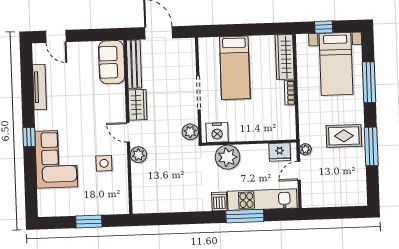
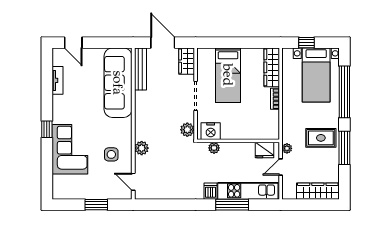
sofa: (112, 62) -> (118, 83), width x1.85, depth x1.27
window: (369, 82) -> (344, 92), width x1.46
tv unit: (40, 87) -> (58, 80), width x0.71
wardrobe: (137, 105) -> (187, 61), moved, turned 180
door: (128, 132) -> (133, 182), moved
plant: (228, 157) -> (214, 148), width x0.53, depth x0.53
wardrobe: (343, 197) -> (318, 191), added

